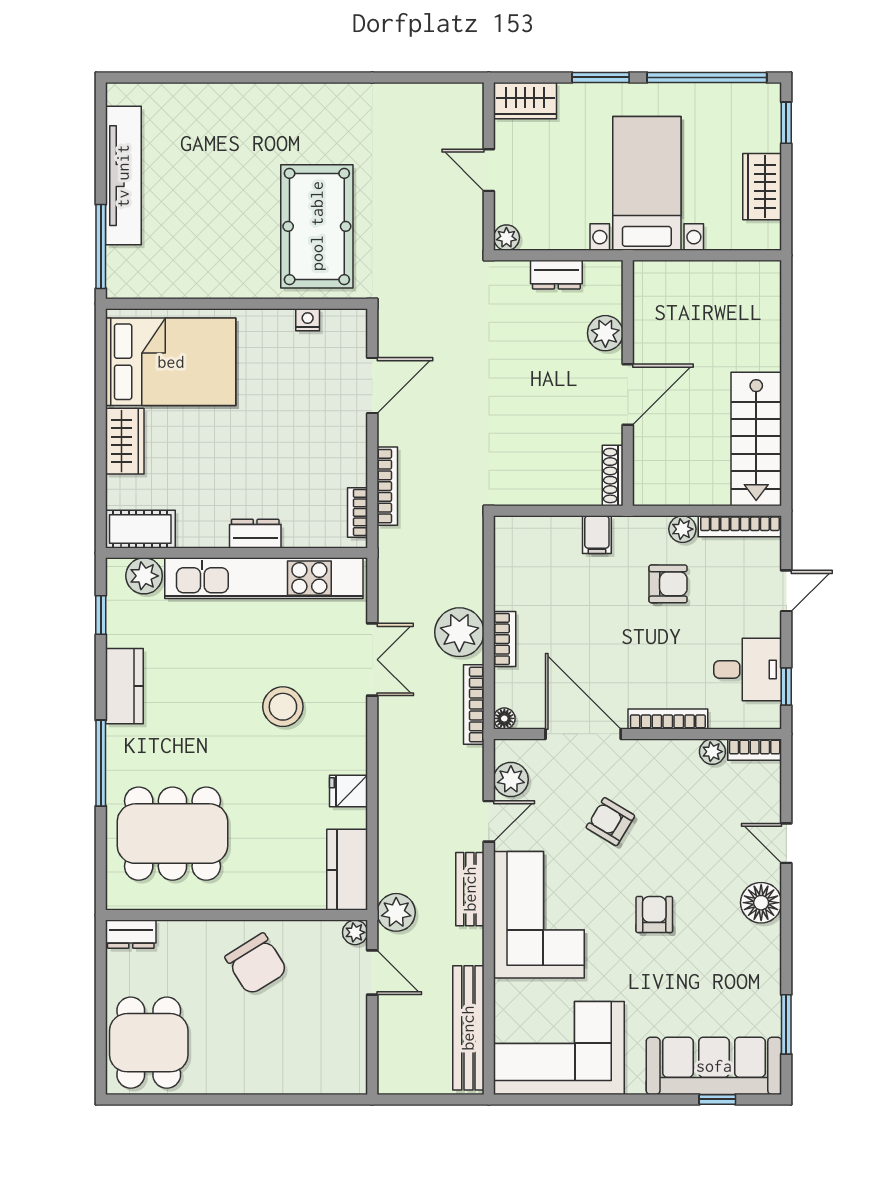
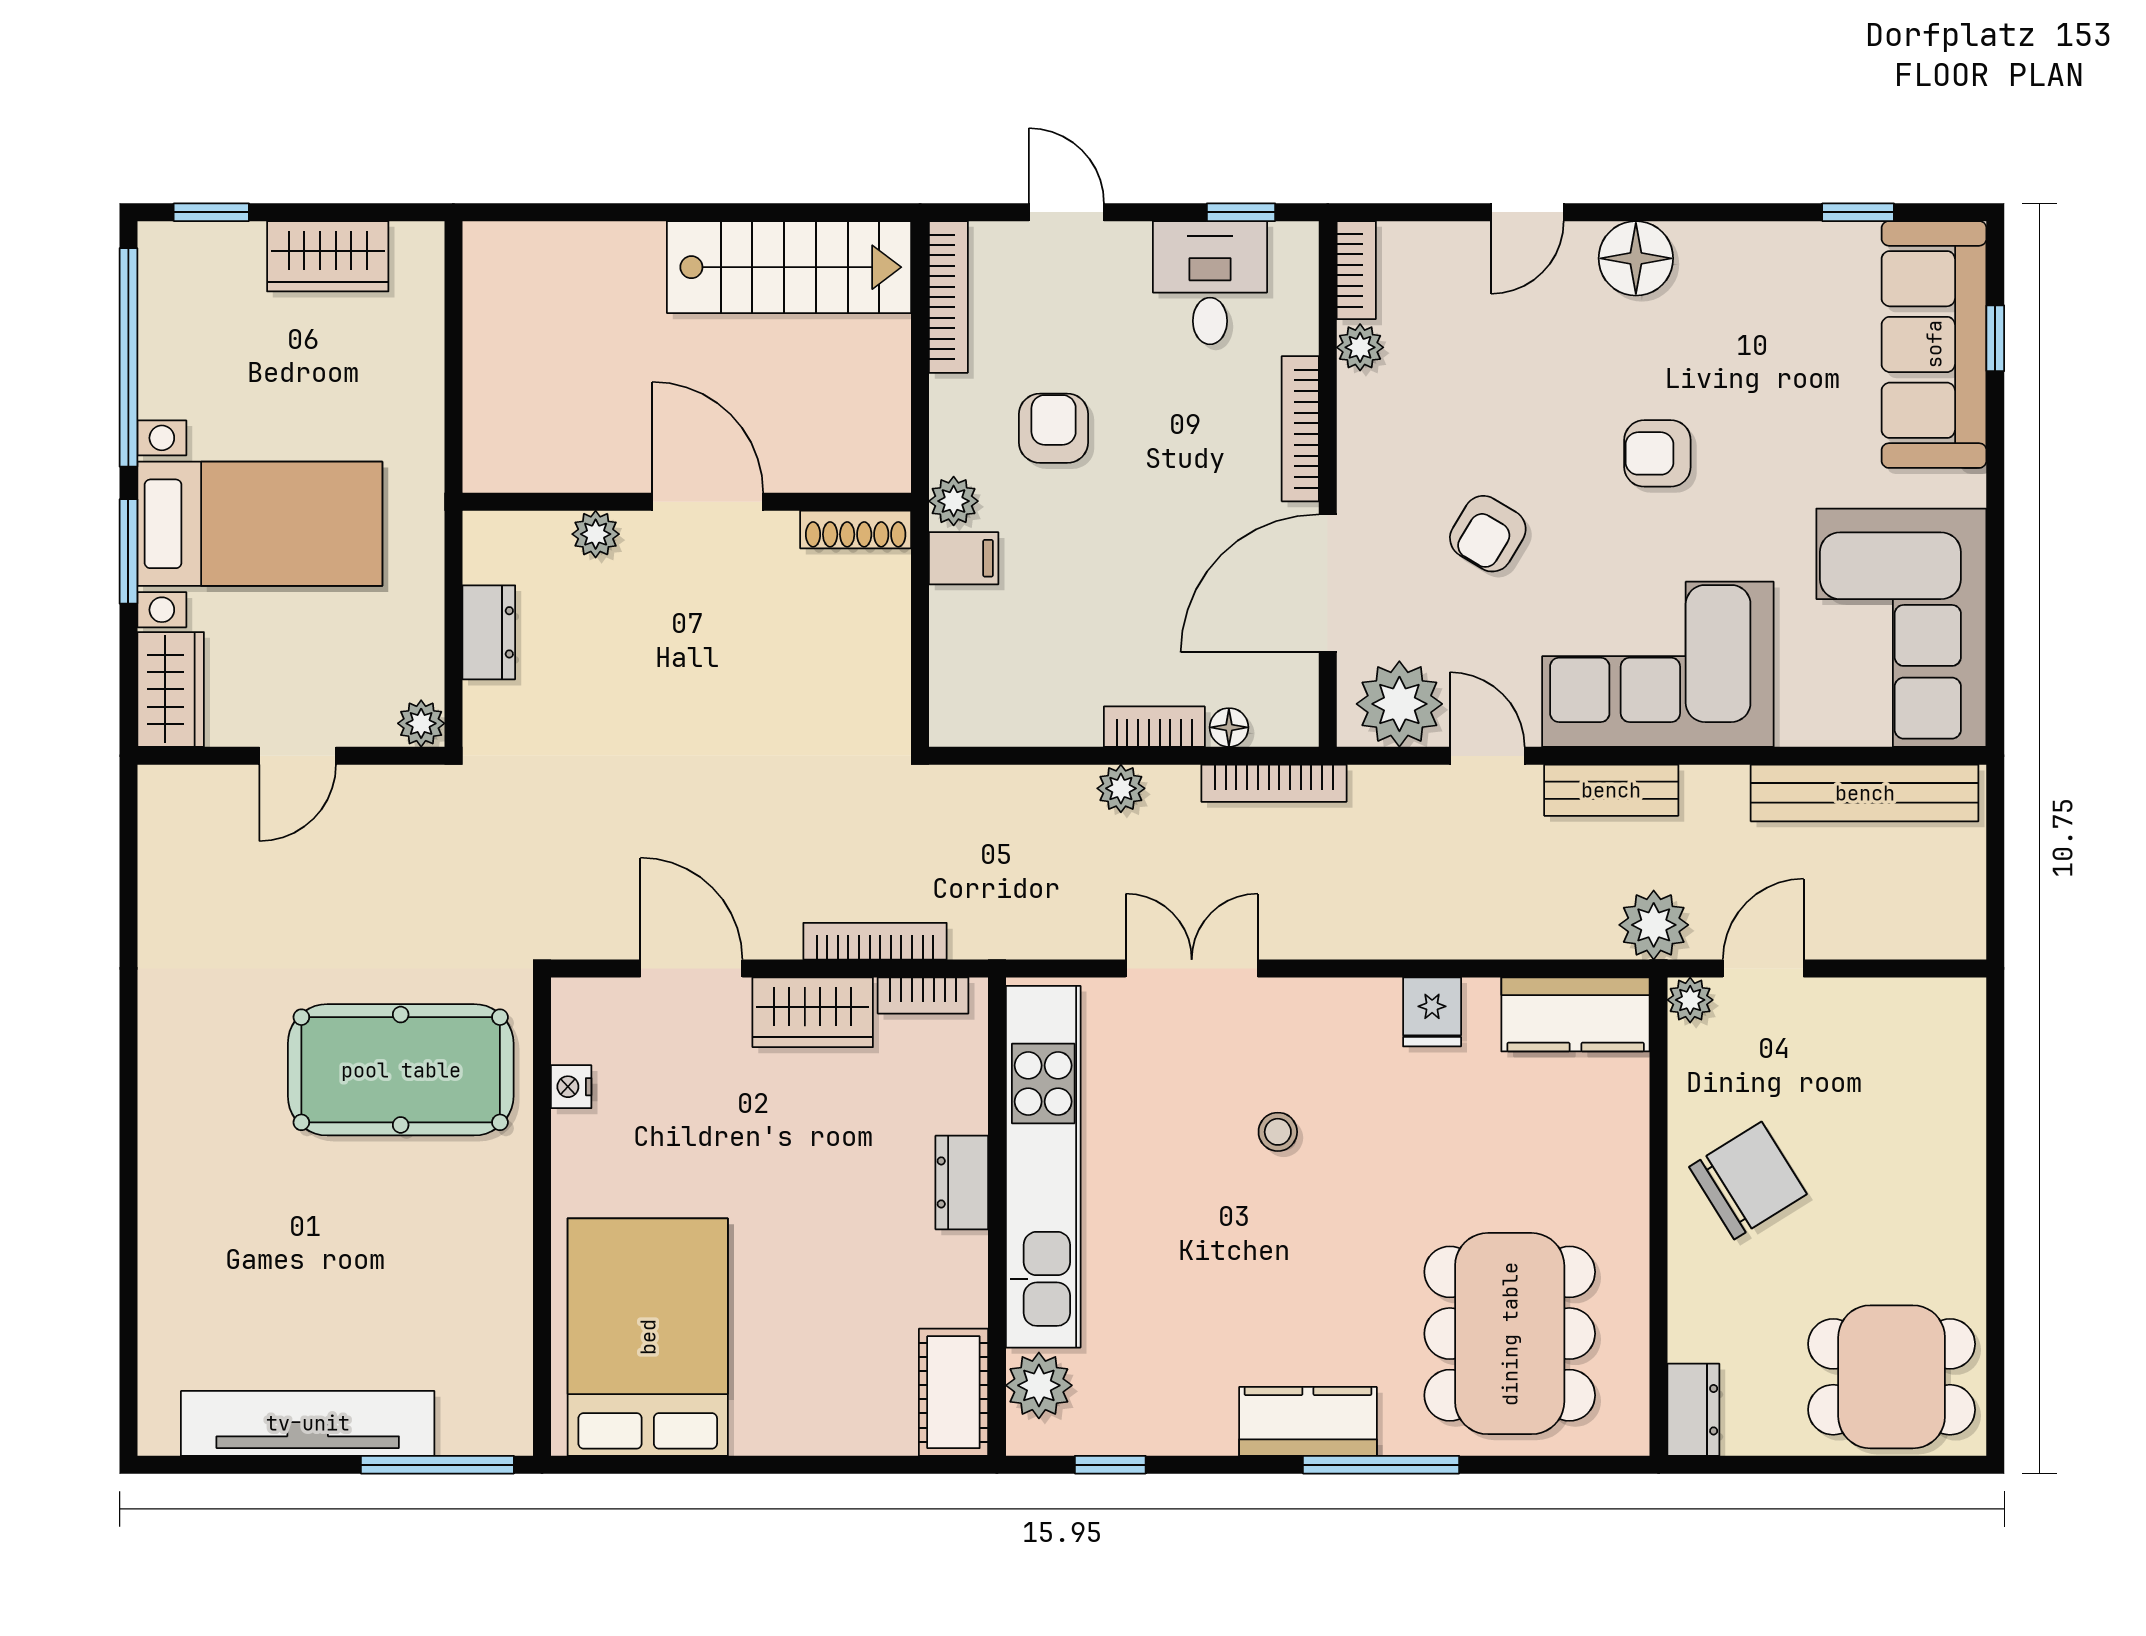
bed with nightstands: (647, 183) -> (260, 524), moved, turned 180
plant: (605, 333) -> (596, 534), width x0.73, depth x0.73
wardrobe: (125, 441) -> (813, 1012), moved, turned 180
plant: (682, 529) -> (954, 501), moved
plant: (459, 632) -> (1121, 788), width x0.53, depth x0.53
kitchen counter: (124, 686) -> (1308, 1421), moved
stool: (283, 707) -> (1278, 1132), width x0.53, depth x0.53
floor lamp: (504, 718) -> (1229, 727), moved
plant: (511, 779) -> (1399, 704), width x1.36, depth x1.36
window: (786, 1024) -> (1858, 212), width x0.67

